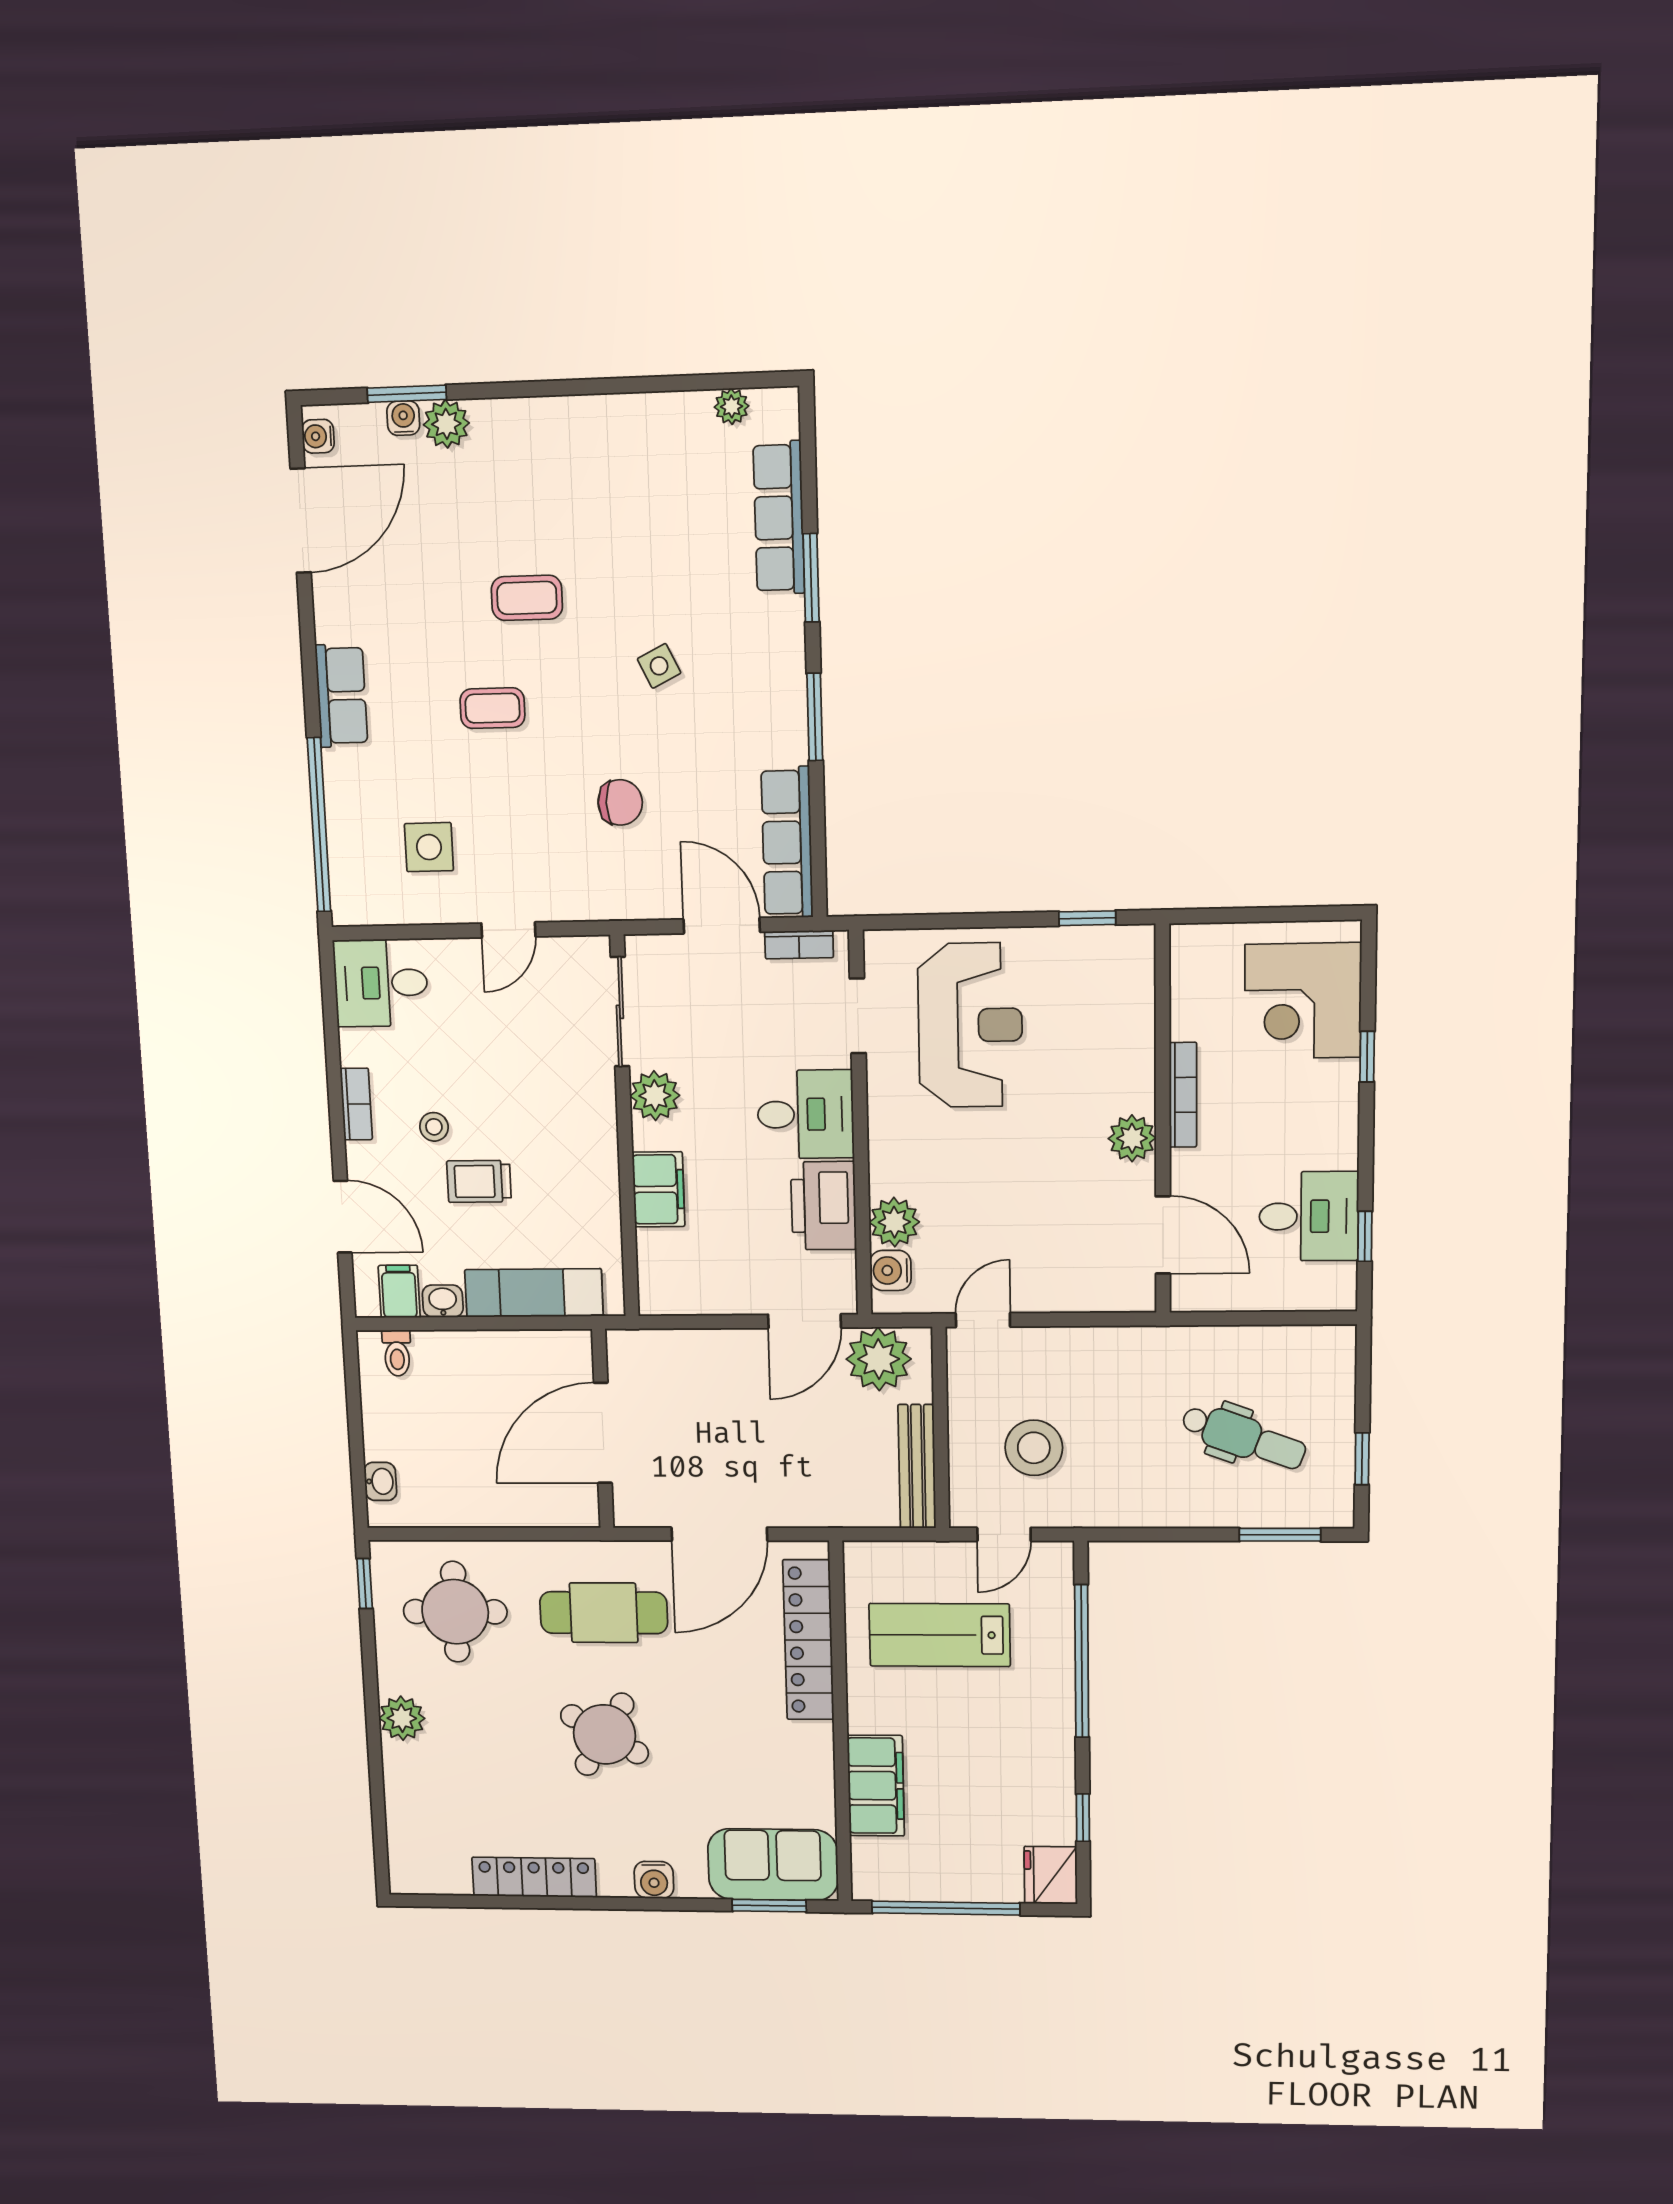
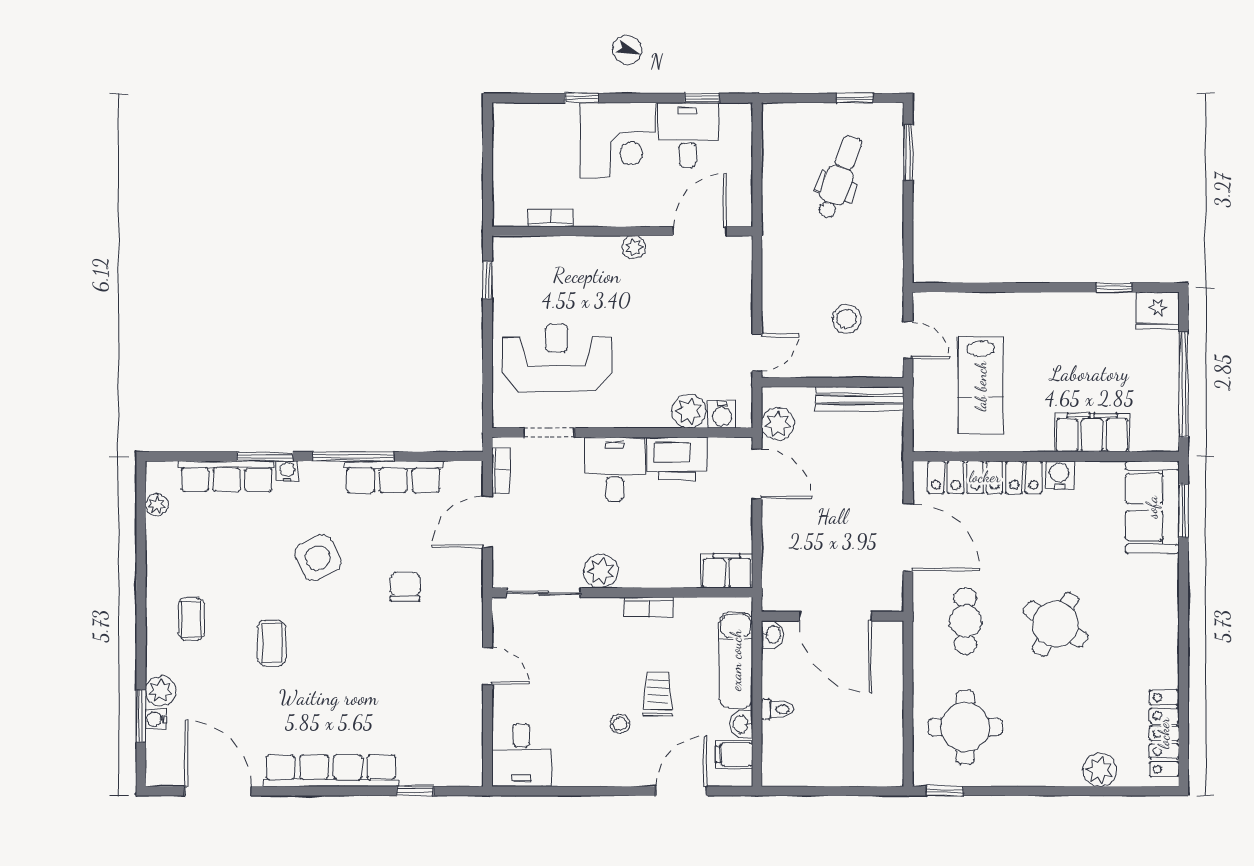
water cooler: (318, 436) -> (287, 471), moved, turned 180
side table: (659, 666) -> (318, 558), width x1.87, depth x1.87
row of seats: (341, 696) -> (331, 771), width x2.02
coffee table: (492, 708) -> (191, 619), moved
window: (815, 717) -> (353, 456), width x1.44
window: (319, 825) -> (415, 791), width x0.32
row of seats: (787, 842) -> (393, 477), moved
side table: (429, 847) -> (431, 717), removed
corner desk: (1303, 1001) -> (618, 140), moved
bookcase: (1183, 1095) -> (551, 218), moved, width x0.64
bookcase: (356, 1104) -> (649, 607), moved, turned 180
plant: (1132, 1138) -> (634, 247), width x0.73, depth x0.73
trolley: (479, 1181) -> (658, 694), turned 180
filing cabinet: (658, 1189) -> (727, 571), moved
door: (983, 1320) -> (757, 352), swing flipped
toilet: (397, 1353) -> (778, 709), moved
plant: (879, 1359) -> (778, 424), width x0.73, depth x0.73
stool: (1034, 1448) -> (847, 319), width x0.73, depth x0.73
washbasin: (380, 1481) -> (773, 635), moved, turned 90
cafe table: (604, 1613) -> (965, 621), width x0.73, depth x0.74
window: (1082, 1661) -> (999, 288), removed
plant: (402, 1718) -> (1100, 770), moved
locker: (534, 1877) -> (1164, 733), moved
water cooler: (654, 1880) -> (1060, 475), moved, turned -90

